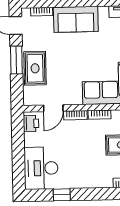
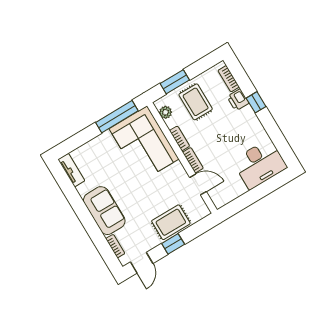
window: (16, 60) -> (173, 244), width x0.67
printer: (31, 123) -> (238, 100), moved, turned -90
window: (62, 195) -> (256, 102), moved

